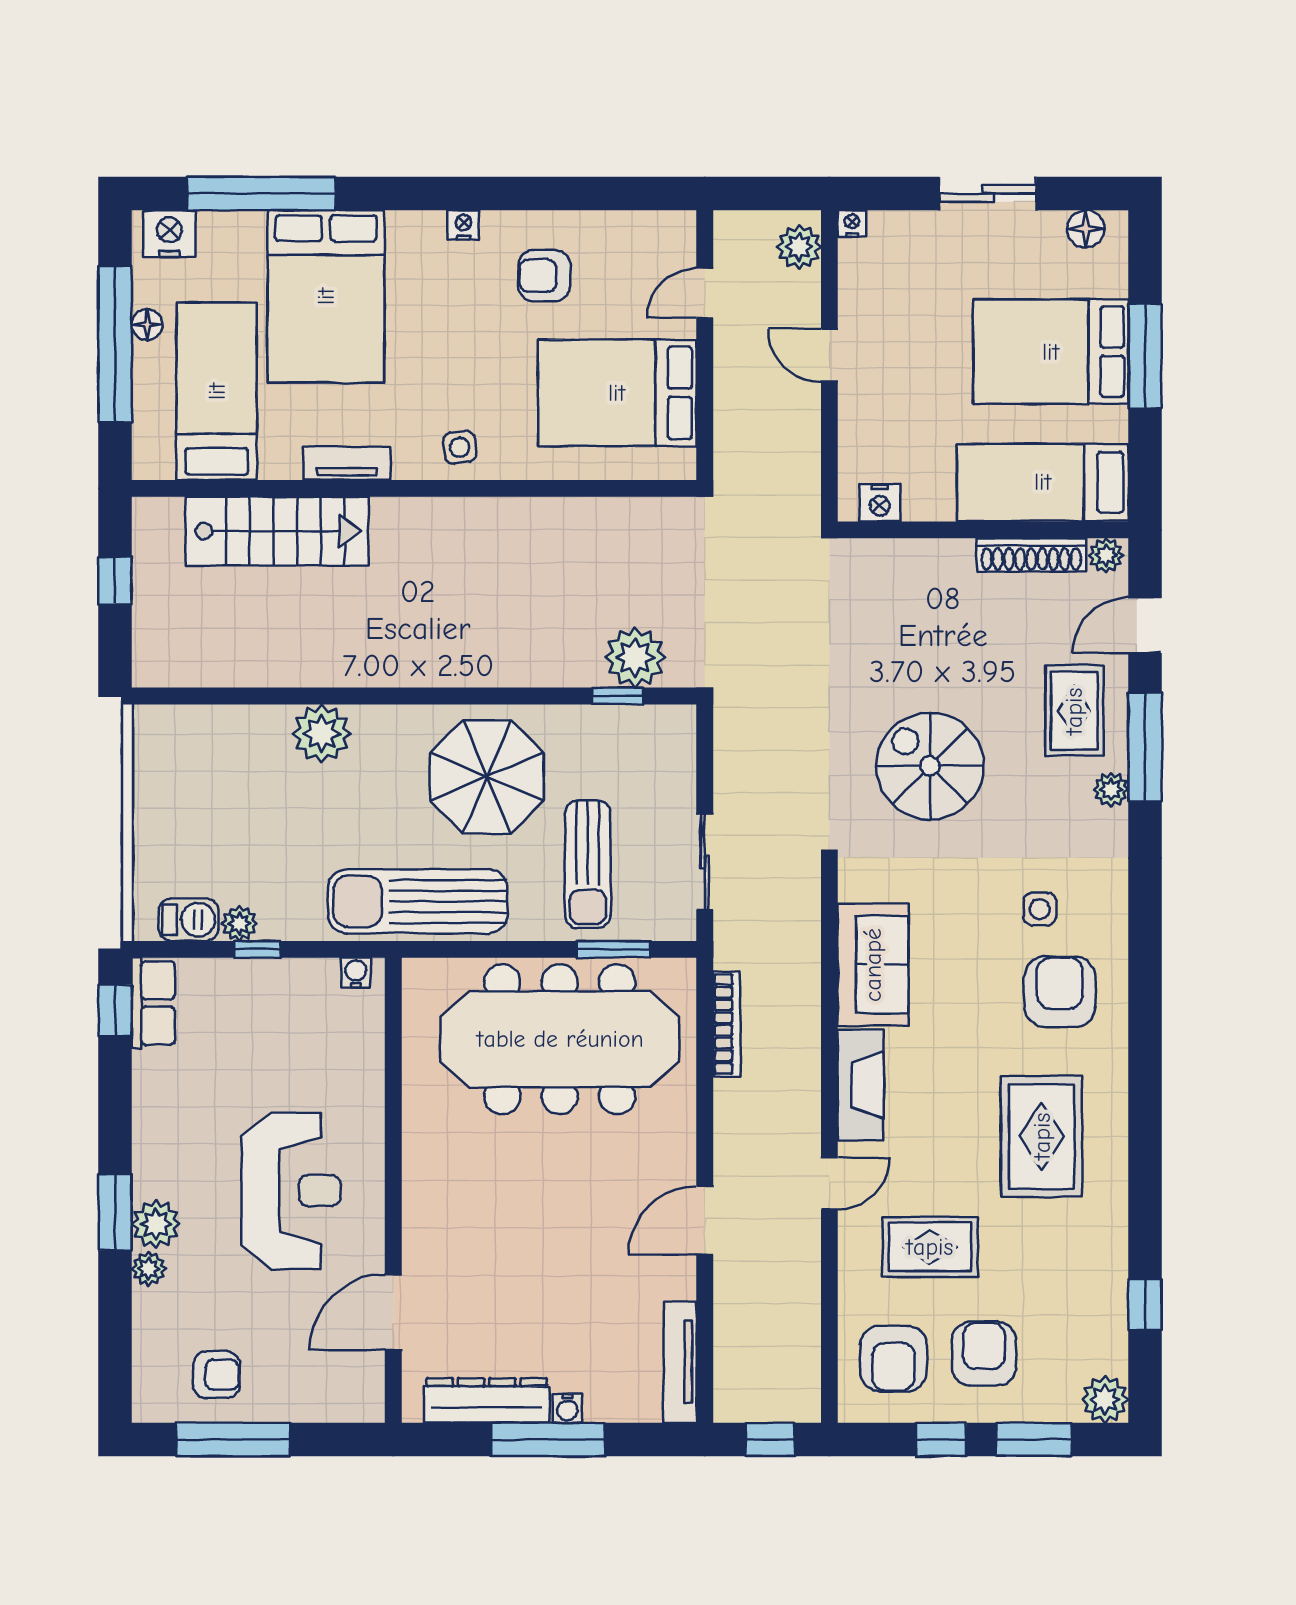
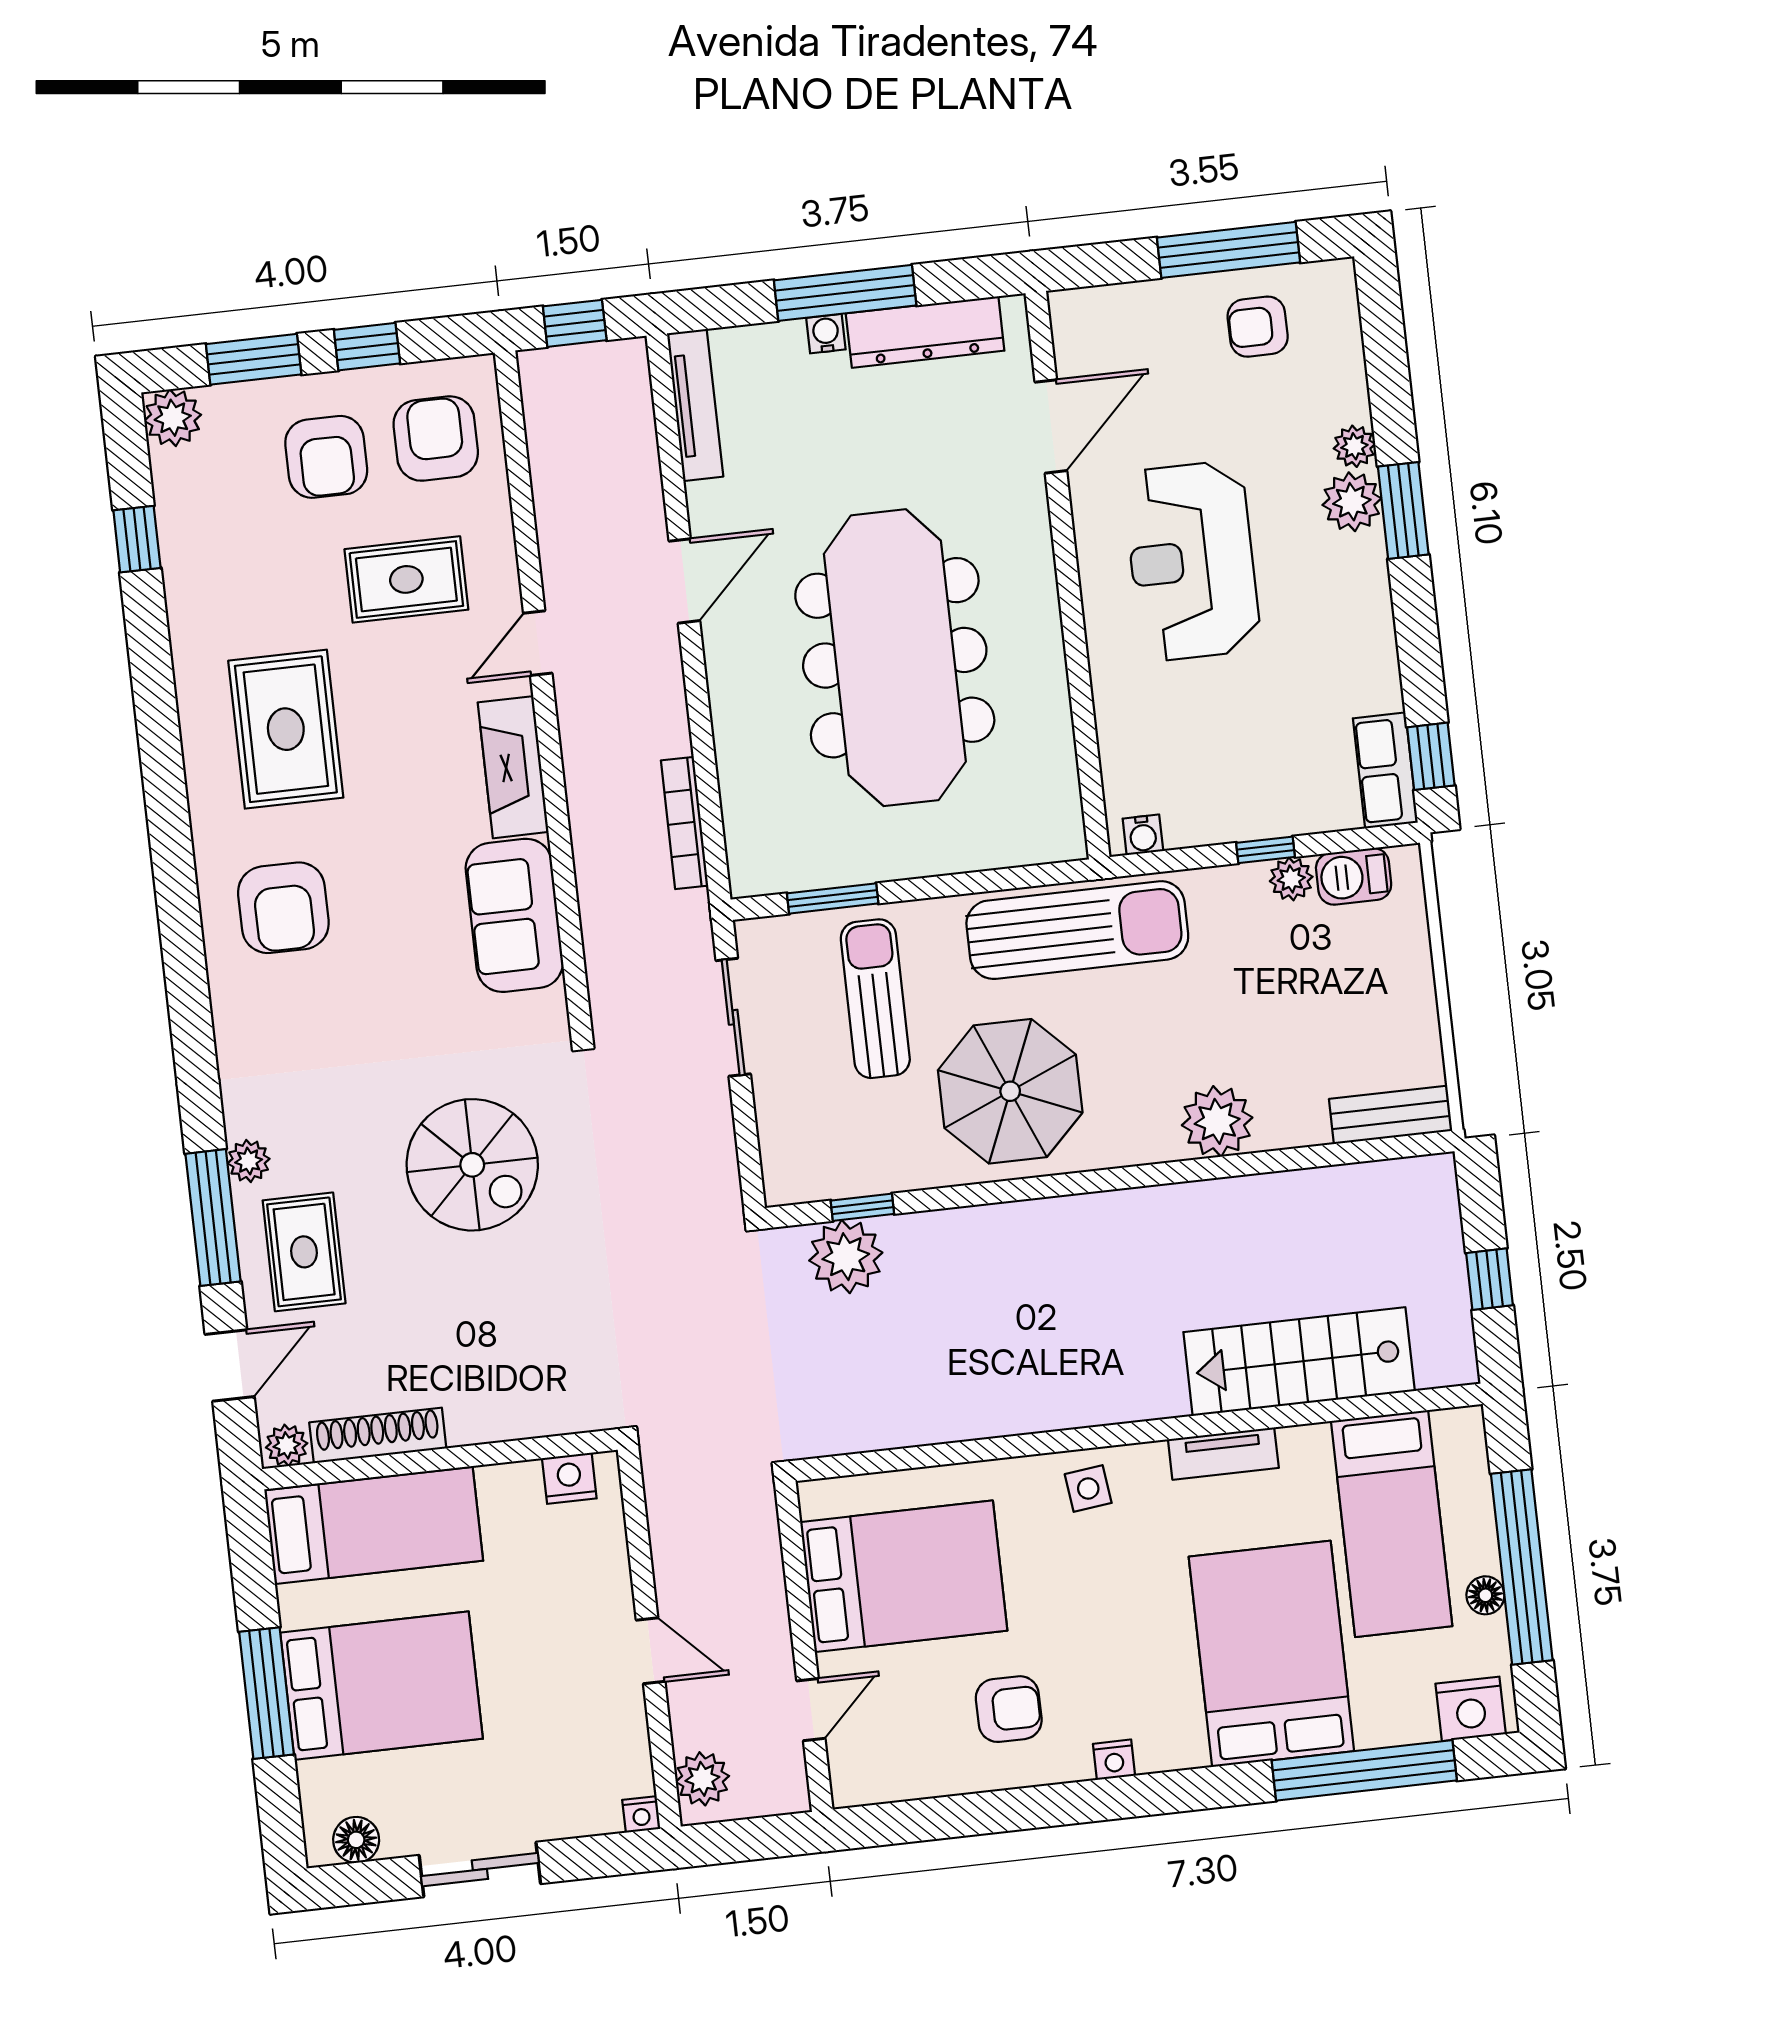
bench: (180, 723) -> (1391, 1115), added
side table: (1040, 909) -> (319, 1006), removed
meeting table: (560, 1039) -> (895, 658), moved, turned 90

